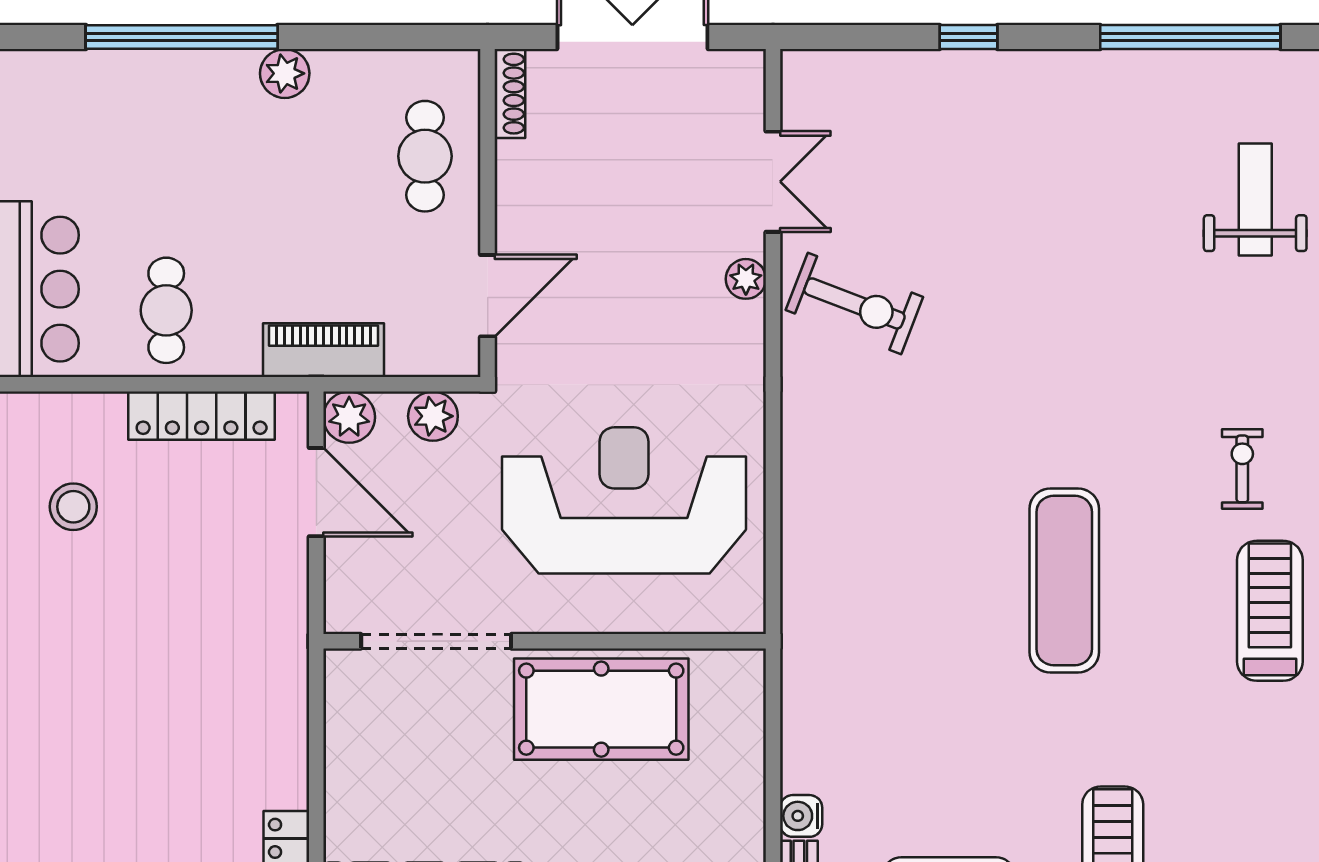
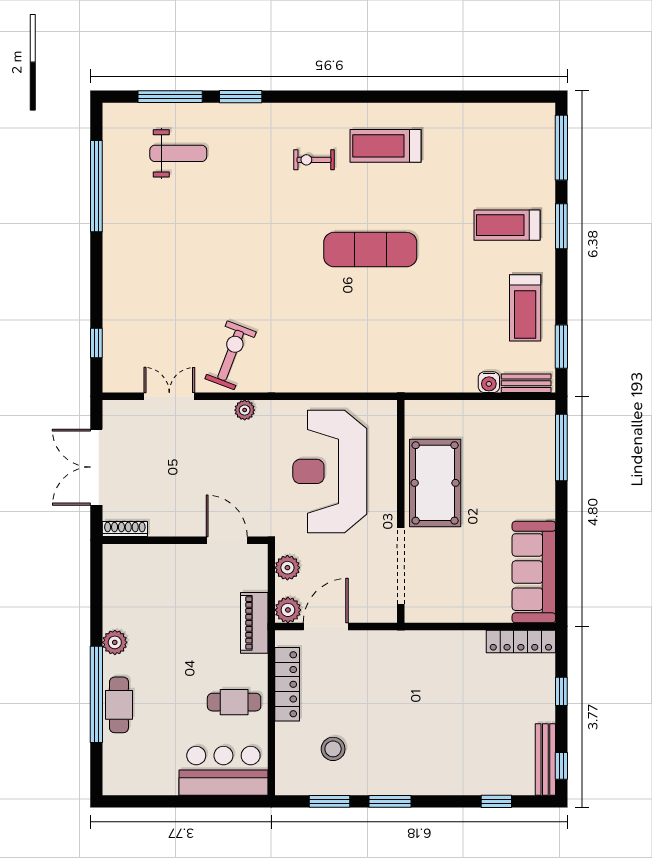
window: (969, 37) -> (96, 343), moved
cafe table: (425, 156) -> (119, 705), moved, turned 90
weight bench: (1255, 199) -> (178, 153), turned 180
plant: (746, 279) -> (245, 410), moved

